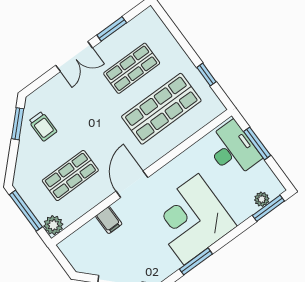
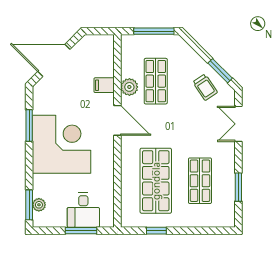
double door: (74, 57) -> (238, 124), moved
trolley: (43, 126) -> (205, 87), turned -124
desk: (233, 150) -> (83, 210), width x0.73
plant: (53, 225) -> (129, 87), moved

